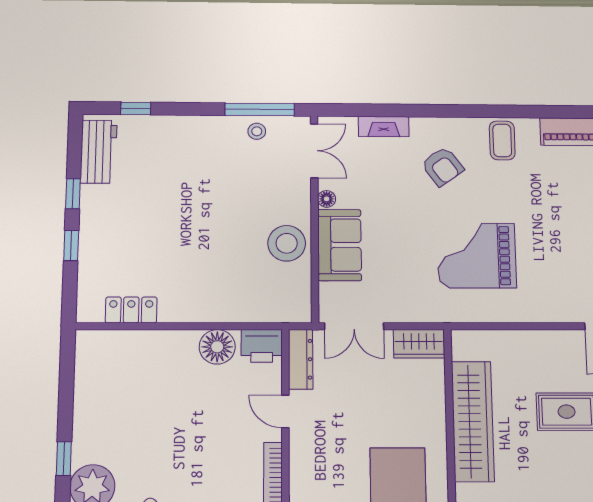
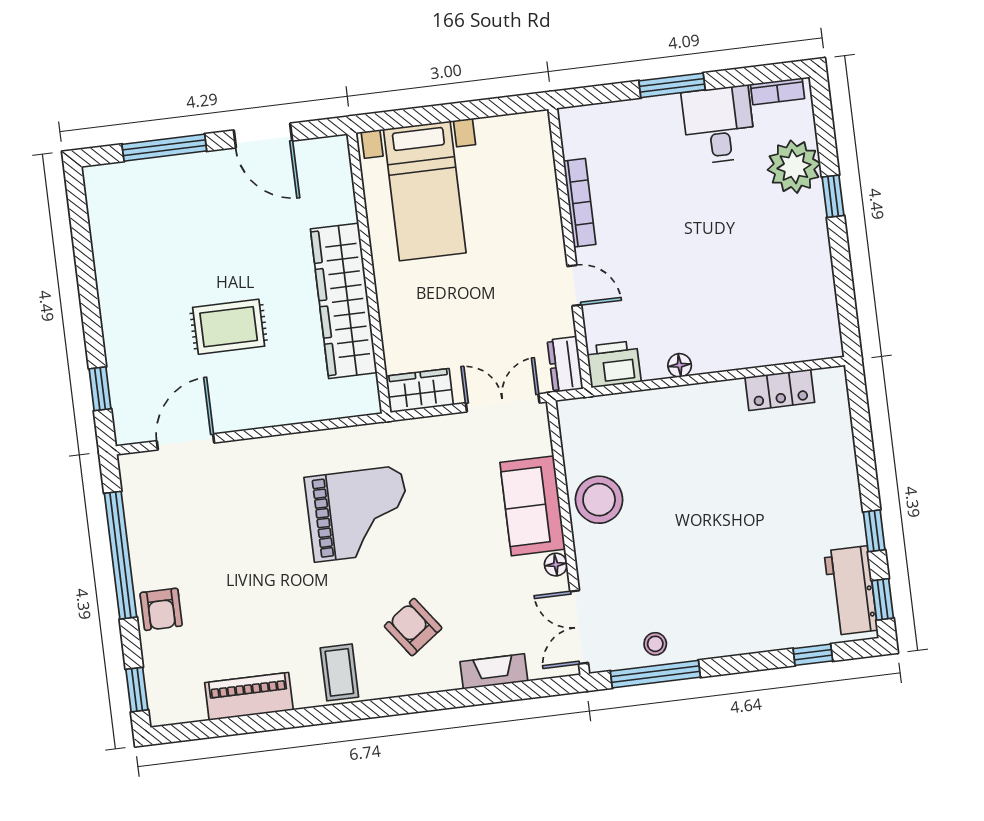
window: (71, 245) -> (883, 599), moved
floor lamp: (217, 347) -> (680, 365), width x0.53, depth x0.53
dresser: (301, 359) -> (565, 365), width x0.70

